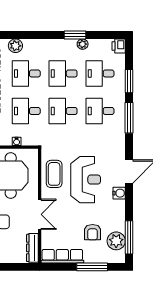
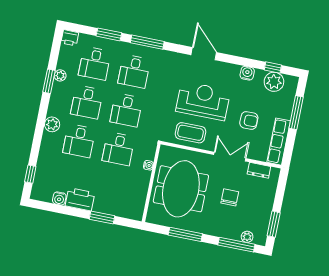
plant: (15, 46) -> (52, 124), moved
water cooler: (119, 193) -> (247, 73), moved
armchair: (93, 232) -> (249, 120), moved
window: (129, 237) -> (273, 68), width x0.46
dresser: (32, 248) -> (259, 170), width x0.70

